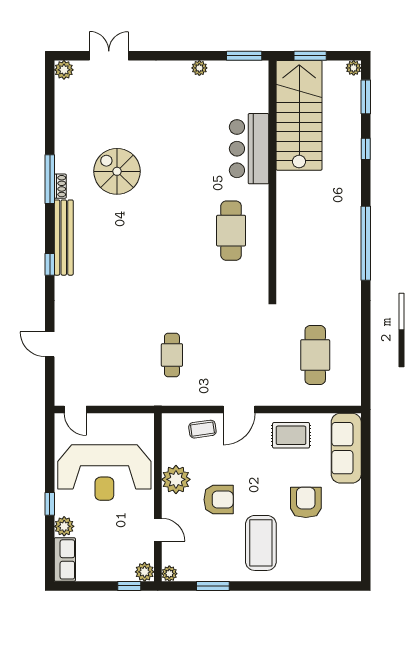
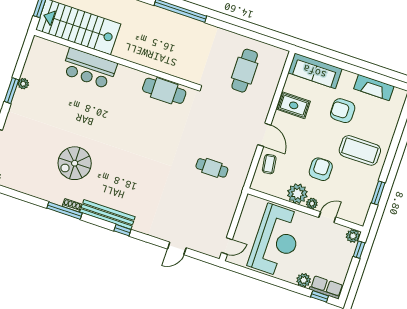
window: (244, 56) -> (12, 91), moved
cafe table: (231, 231) -> (164, 91), moved
cafe table: (315, 355) -> (245, 71), turned 90
rug: (291, 435) -> (294, 105), turned 90
window: (50, 504) -> (320, 296), moved
fireplace: (350, 533) -> (374, 88), added
plant: (169, 574) -> (312, 203), moved

